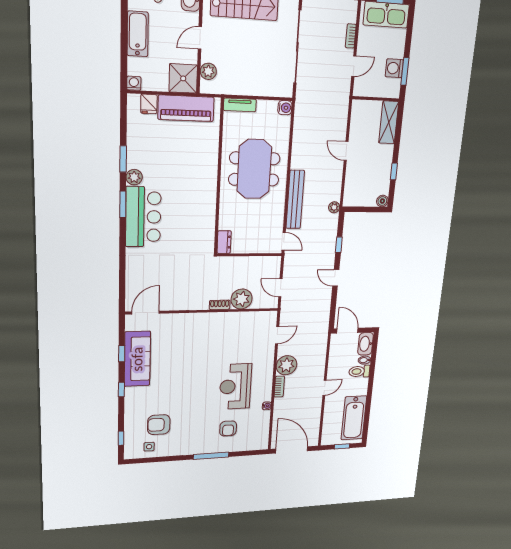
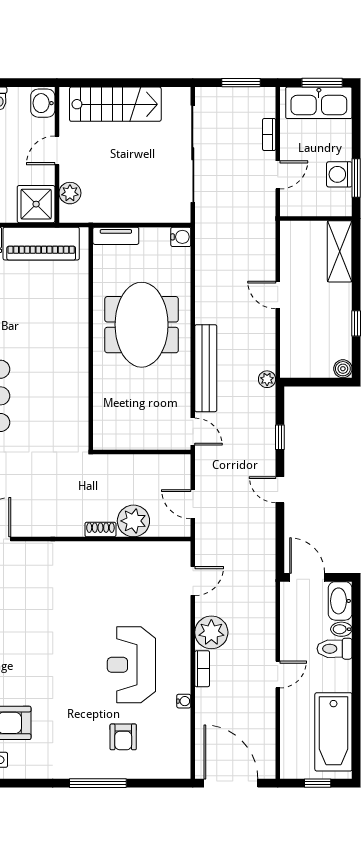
dresser: (224, 242) -> (103, 433), removed

